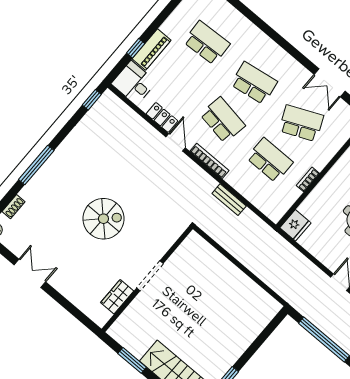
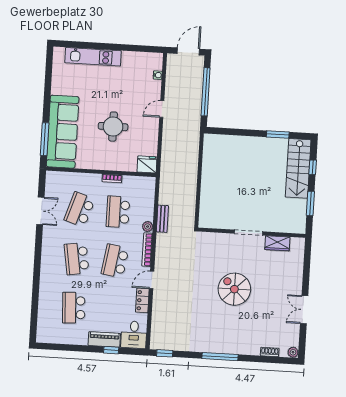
school desk: (301, 123) -> (80, 210), turned 42
window: (36, 165) -> (220, 357), moved
plant: (232, 179) -> (148, 227), added

